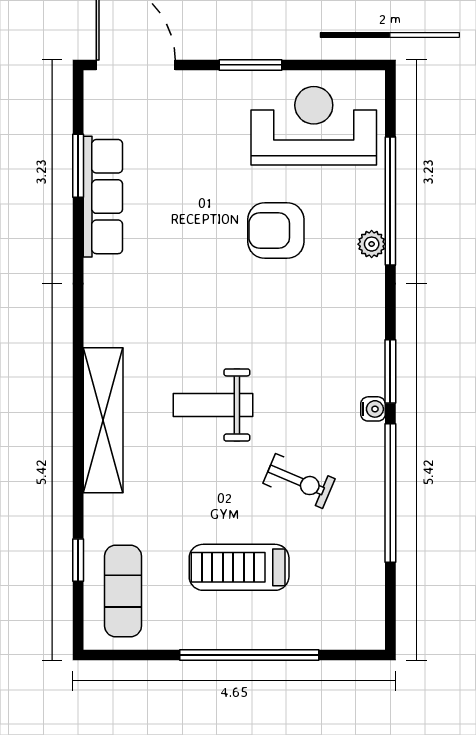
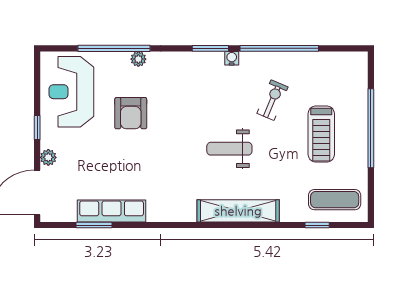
window: (250, 65) -> (37, 128), width x0.67
plant: (198, 85) -> (48, 157), added
weight bench: (213, 405) -> (229, 149), turned 90

